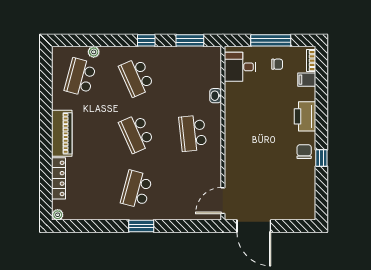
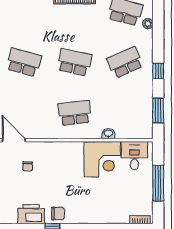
chair: (277, 64) -> (28, 166), moved
filing cabinet: (307, 80) -> (123, 216), removed
corner desk: (244, 102) -> (102, 159), added
printer: (305, 116) -> (31, 214), moved
school desk: (137, 133) -> (75, 62), turned 36

